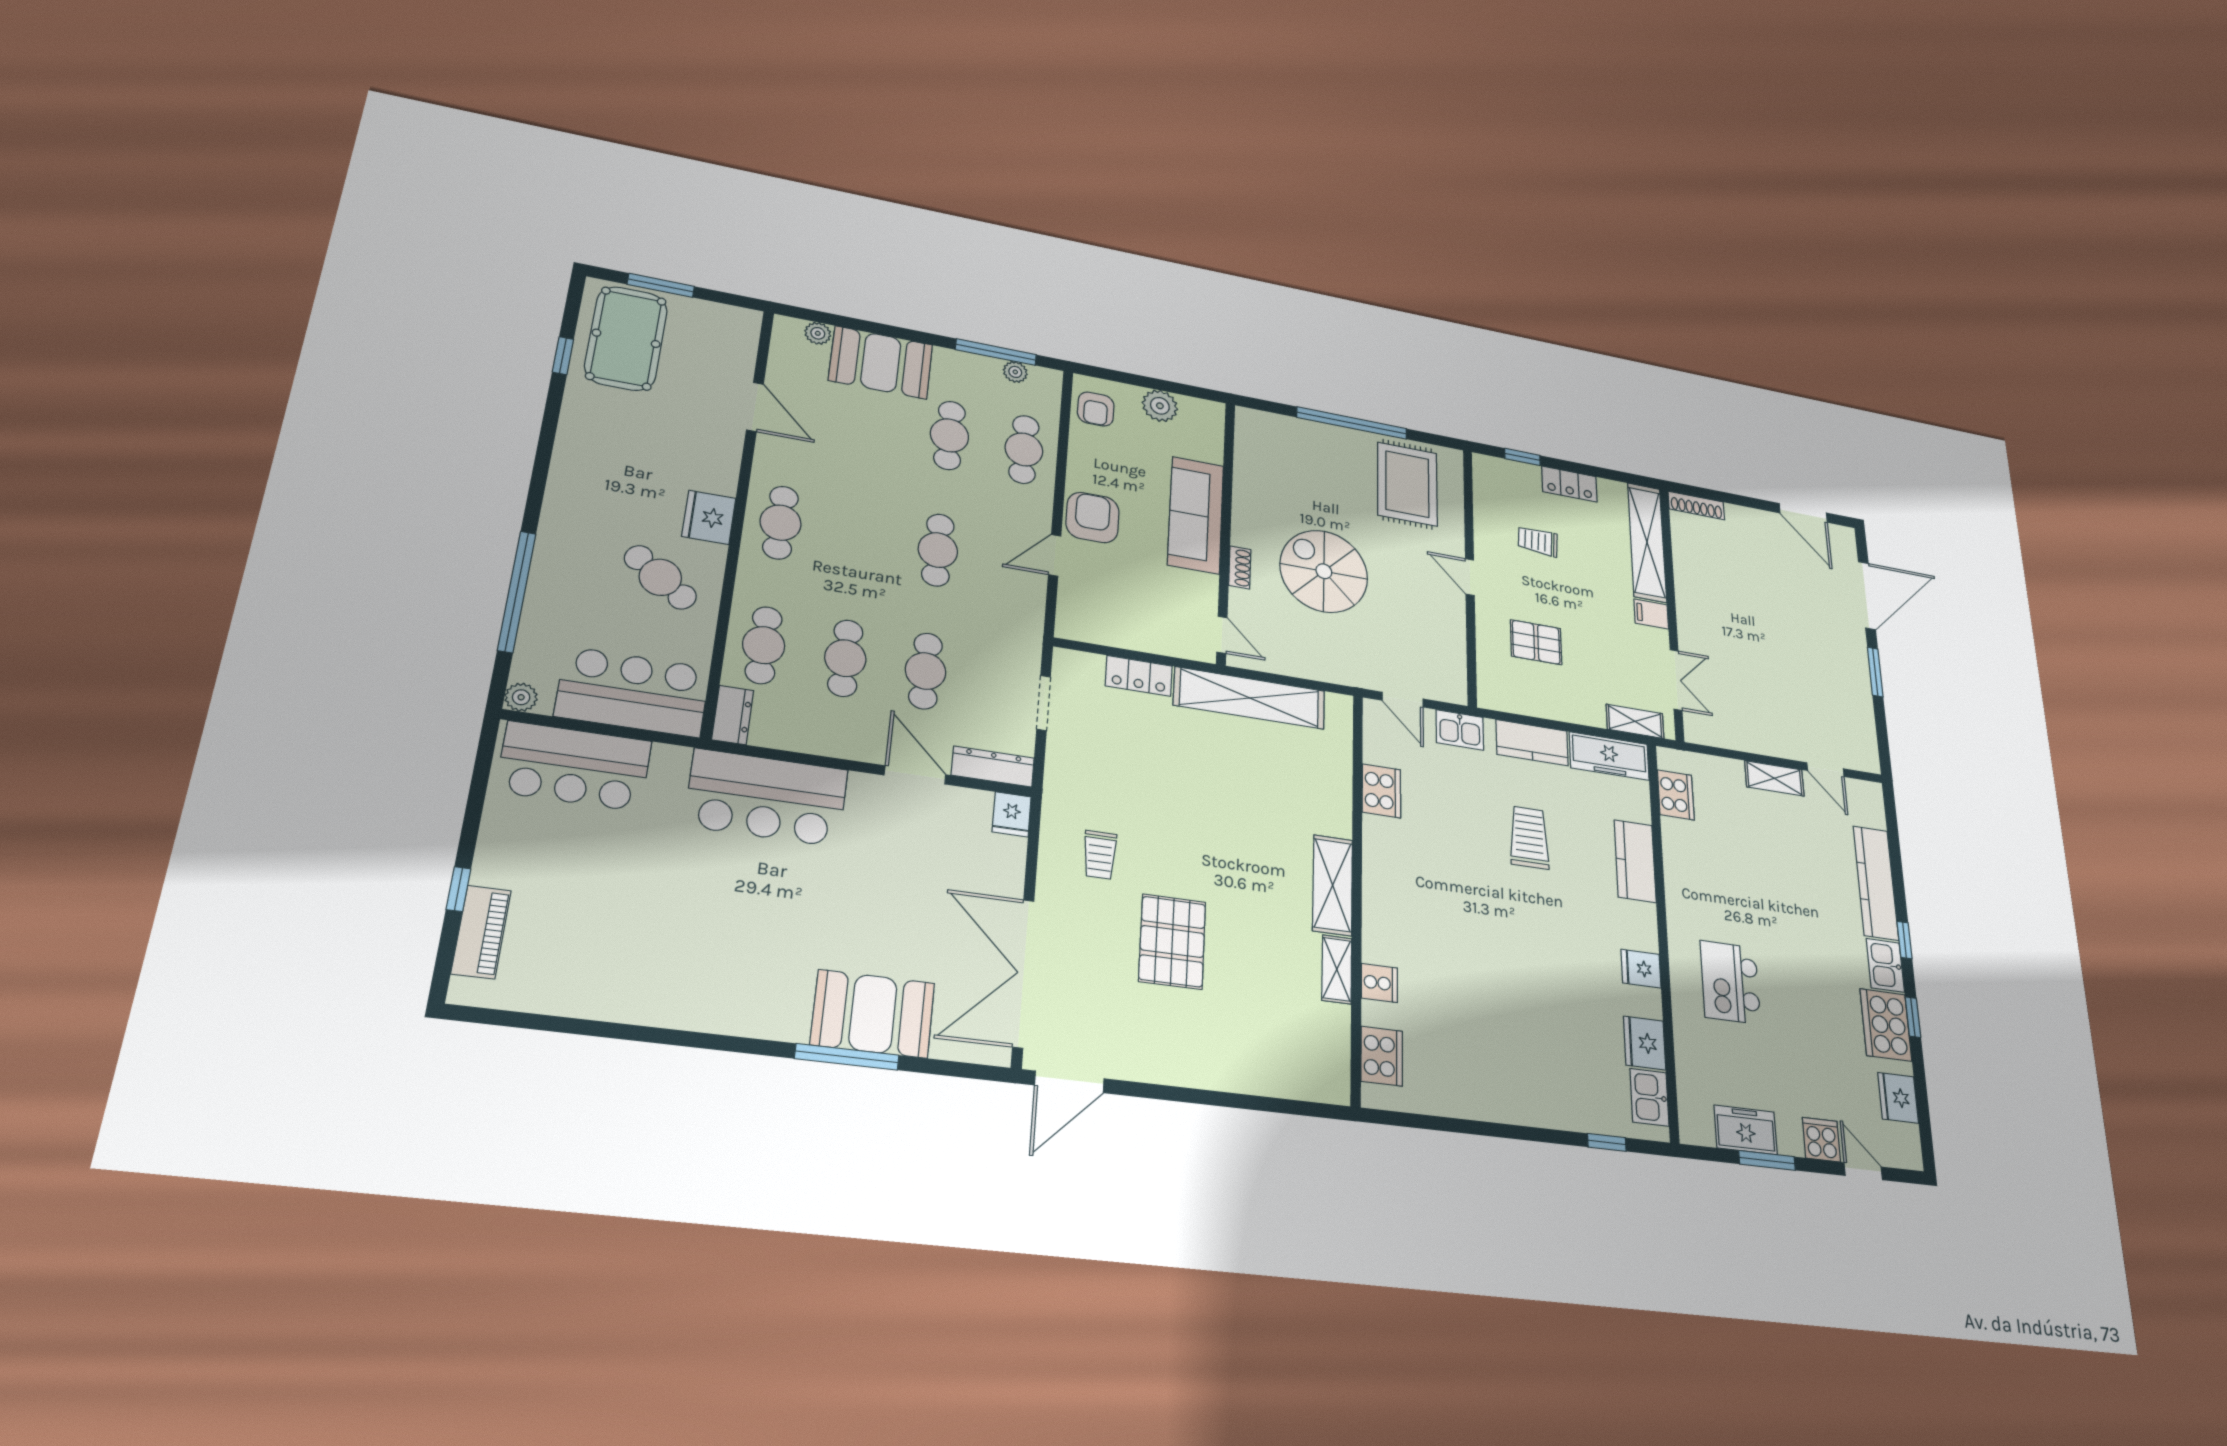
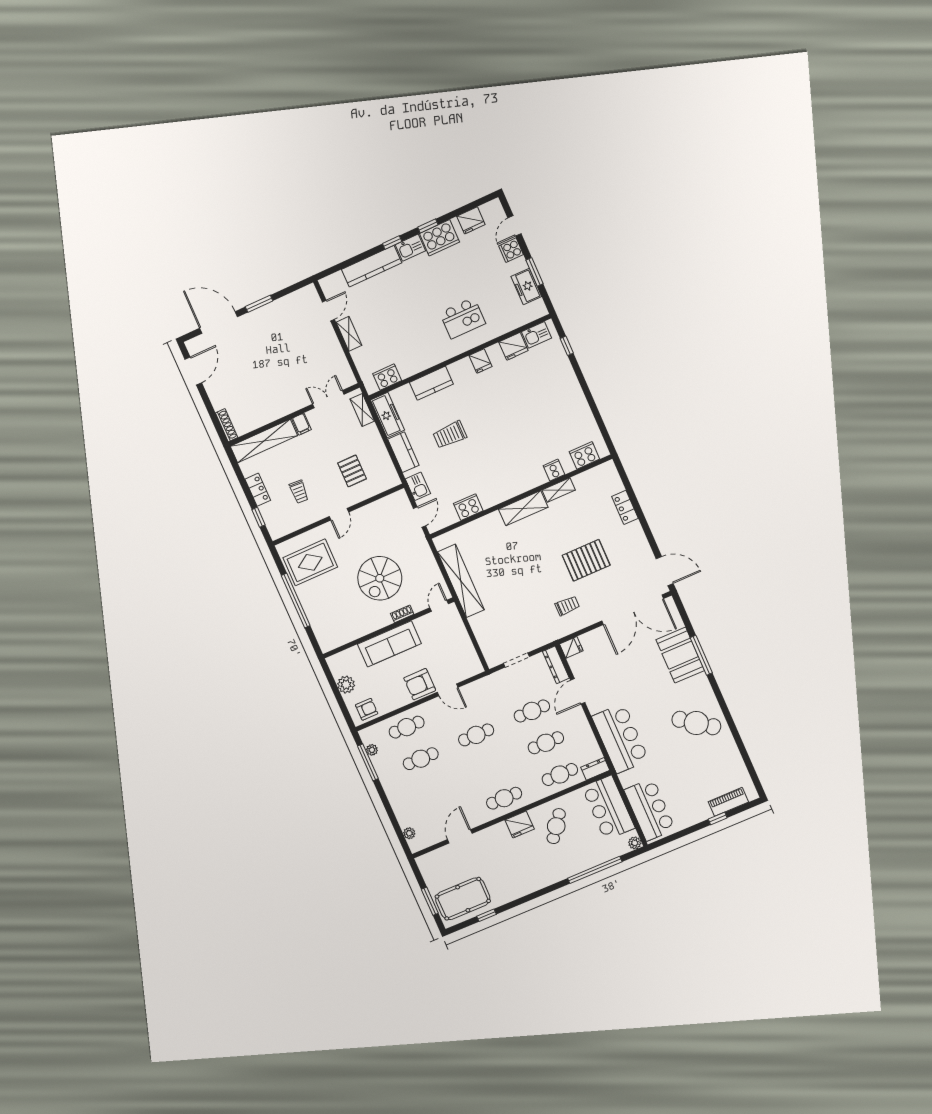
booth: (881, 363) -> (406, 803), removed
locker: (1139, 676) -> (625, 507), moved, turned 180
cafe table: (704, 964) -> (696, 723), added

